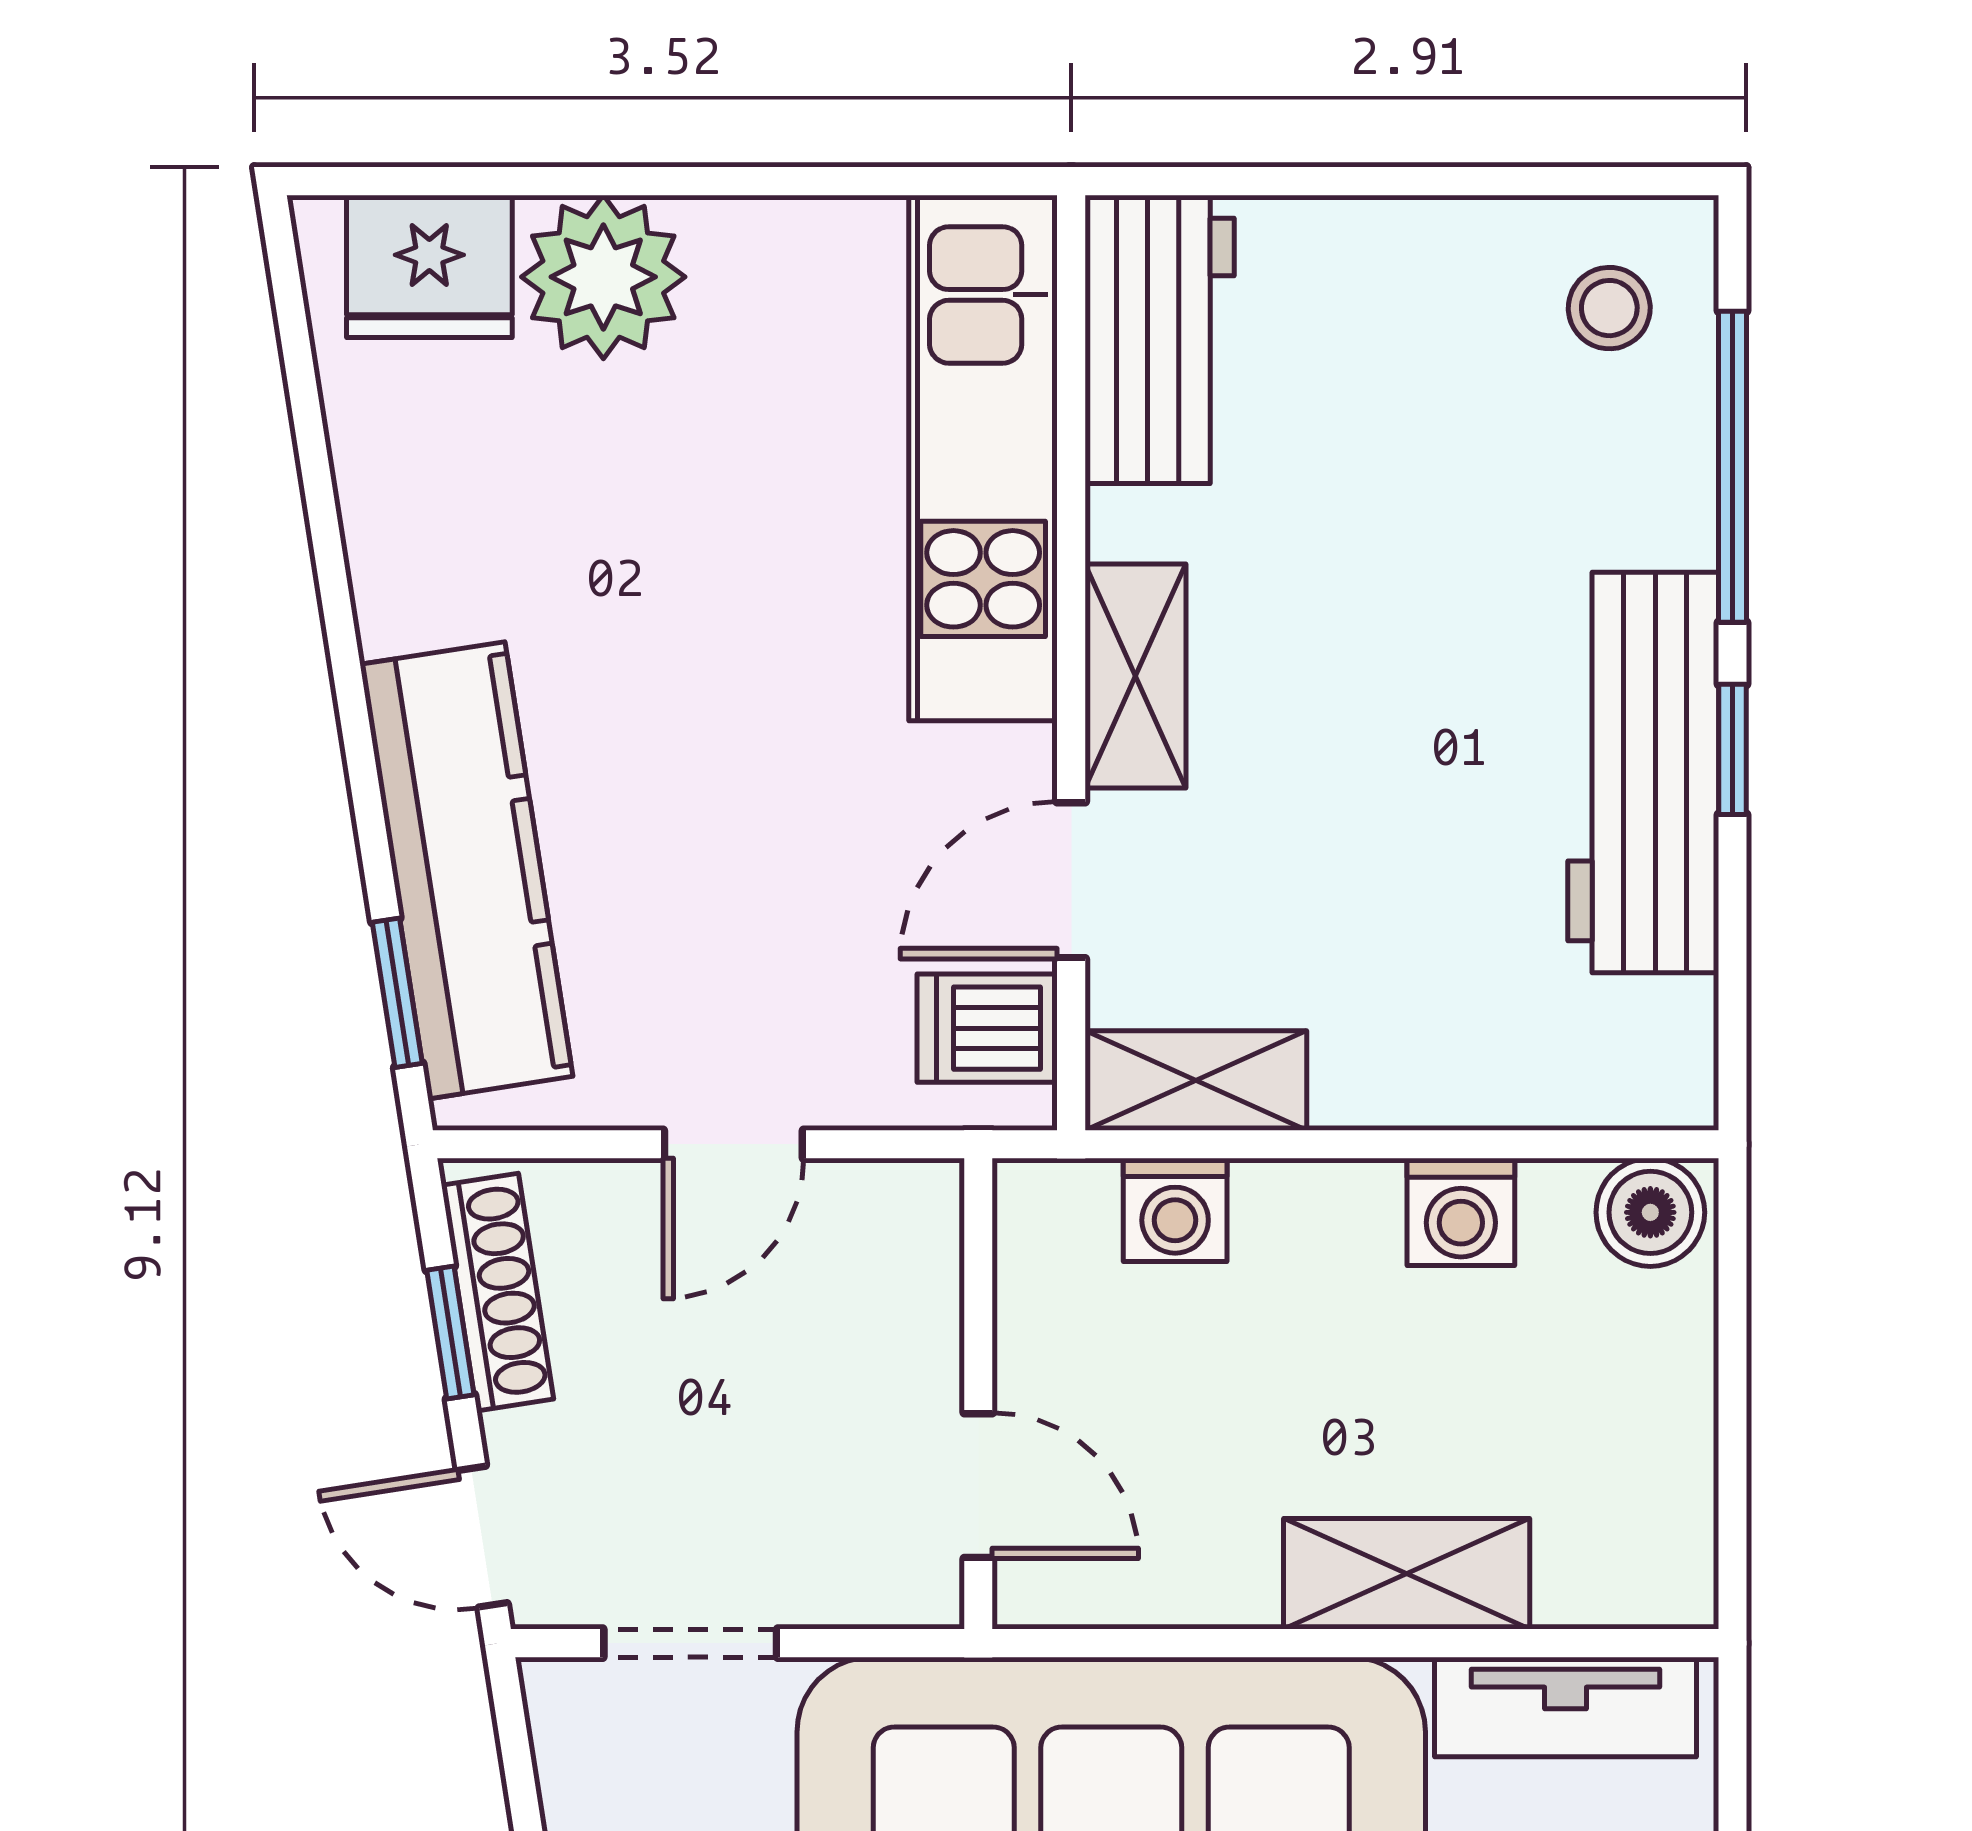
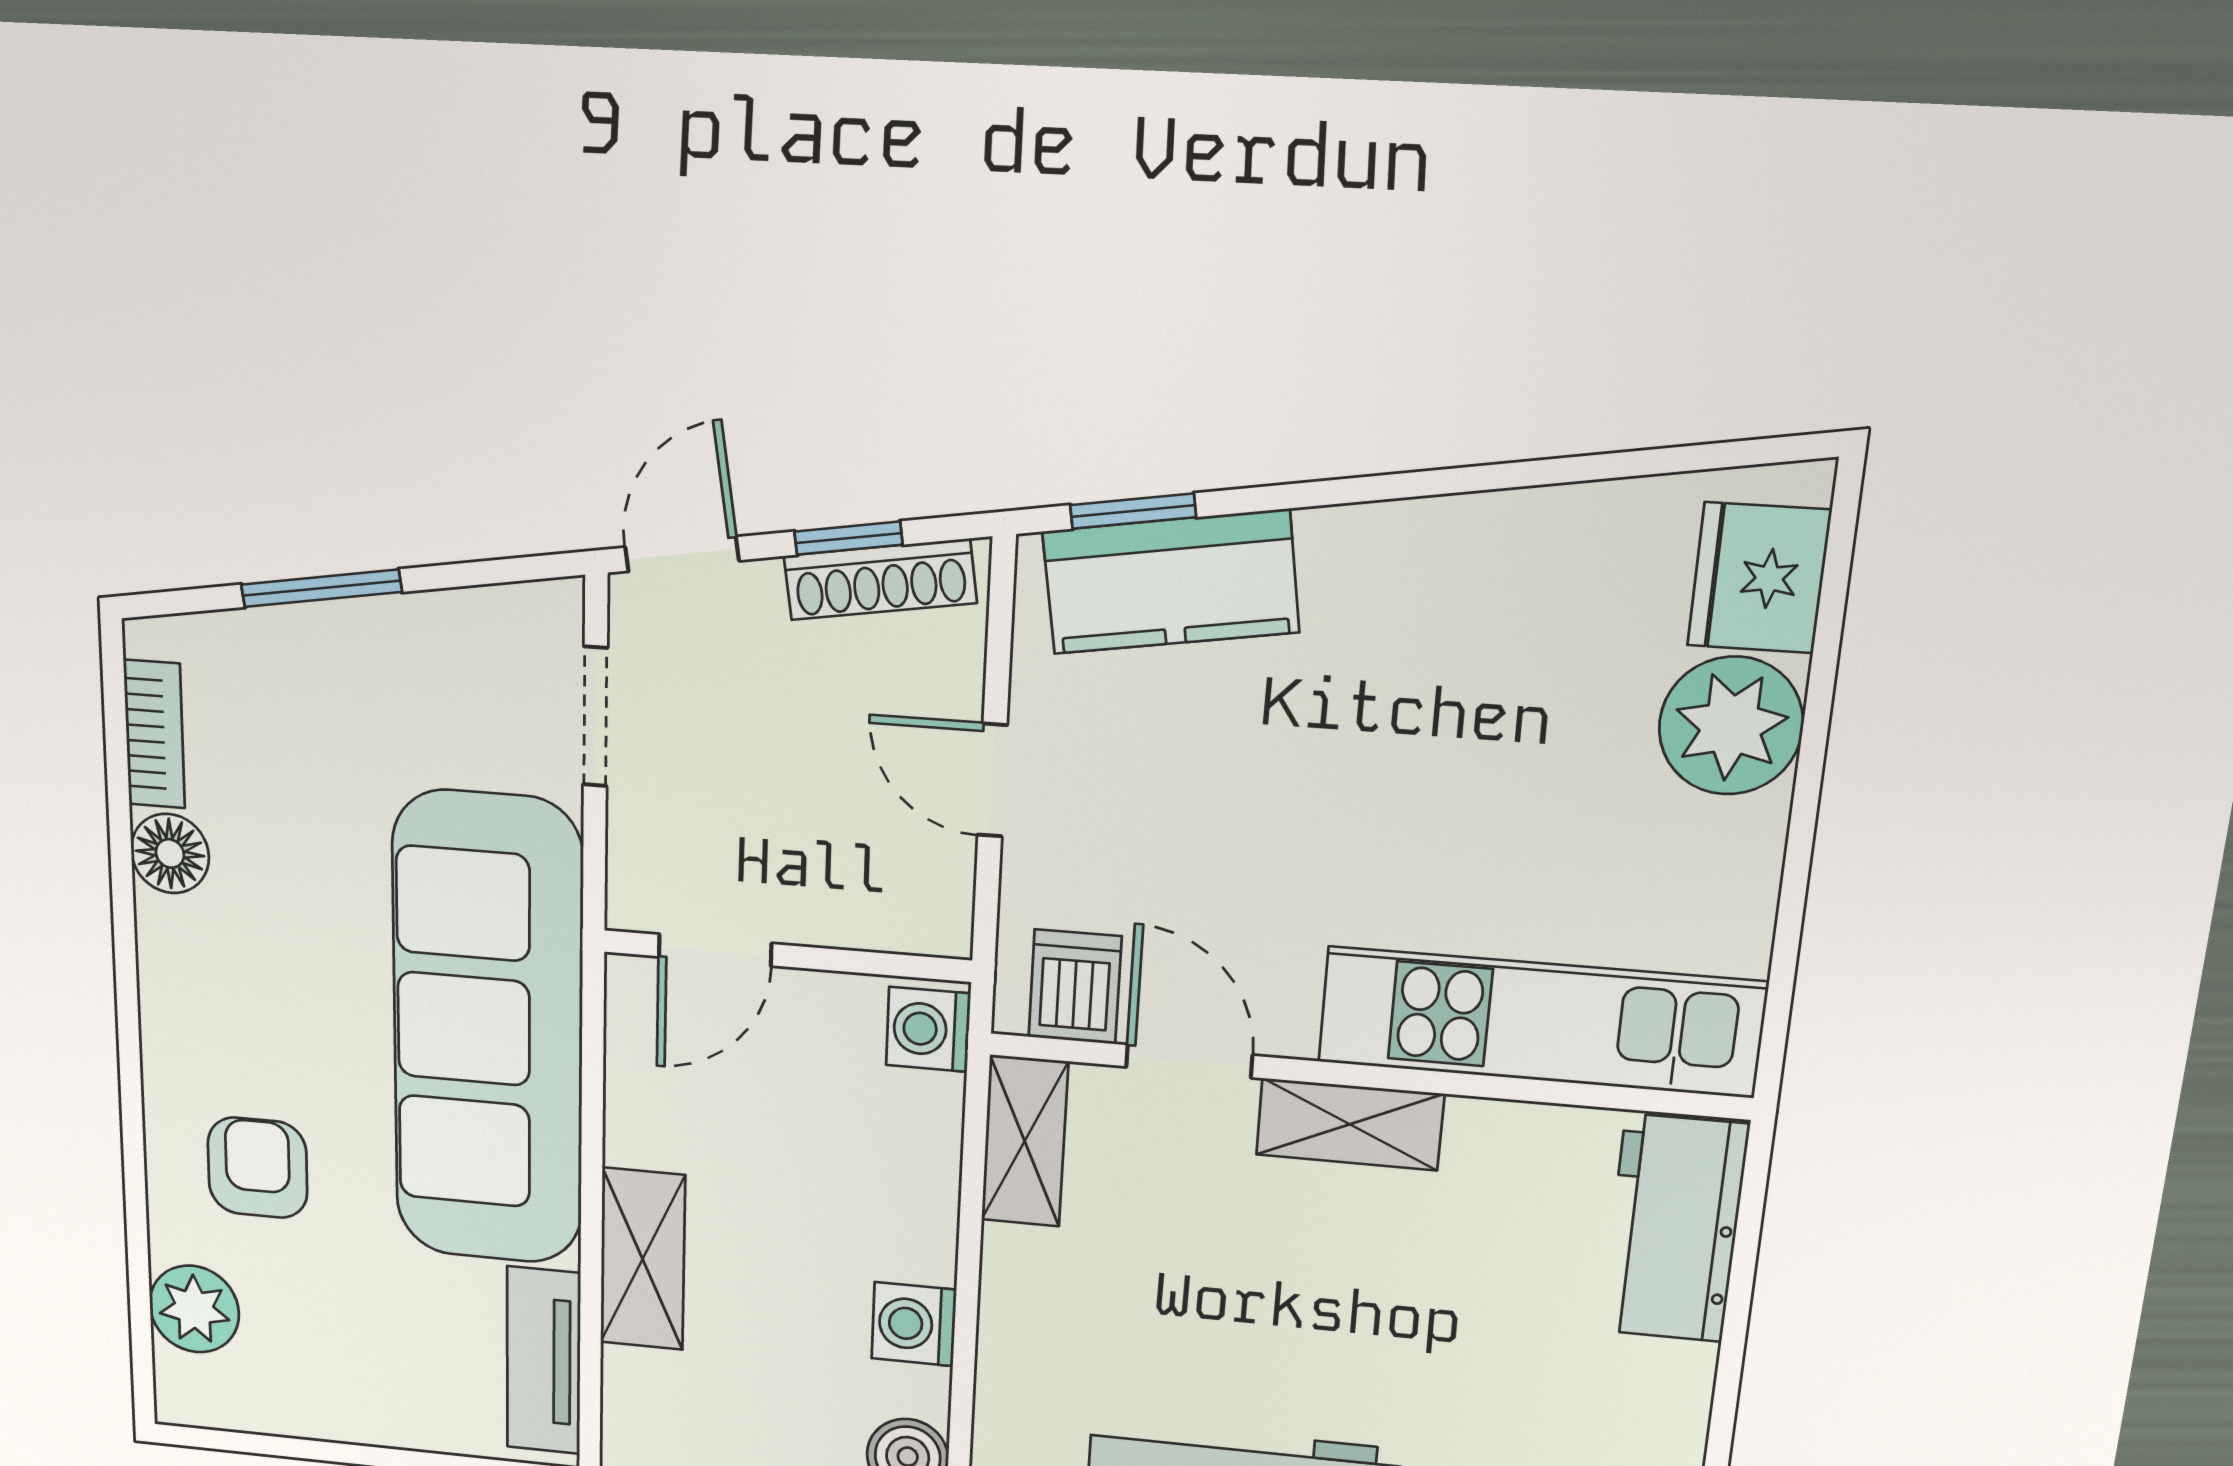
workbench: (1160, 339) -> (1674, 1228), moved, turned 90
kitchen counter: (466, 870) -> (1171, 582), width x0.67
washing machine: (1175, 1210) -> (928, 1029), moved

